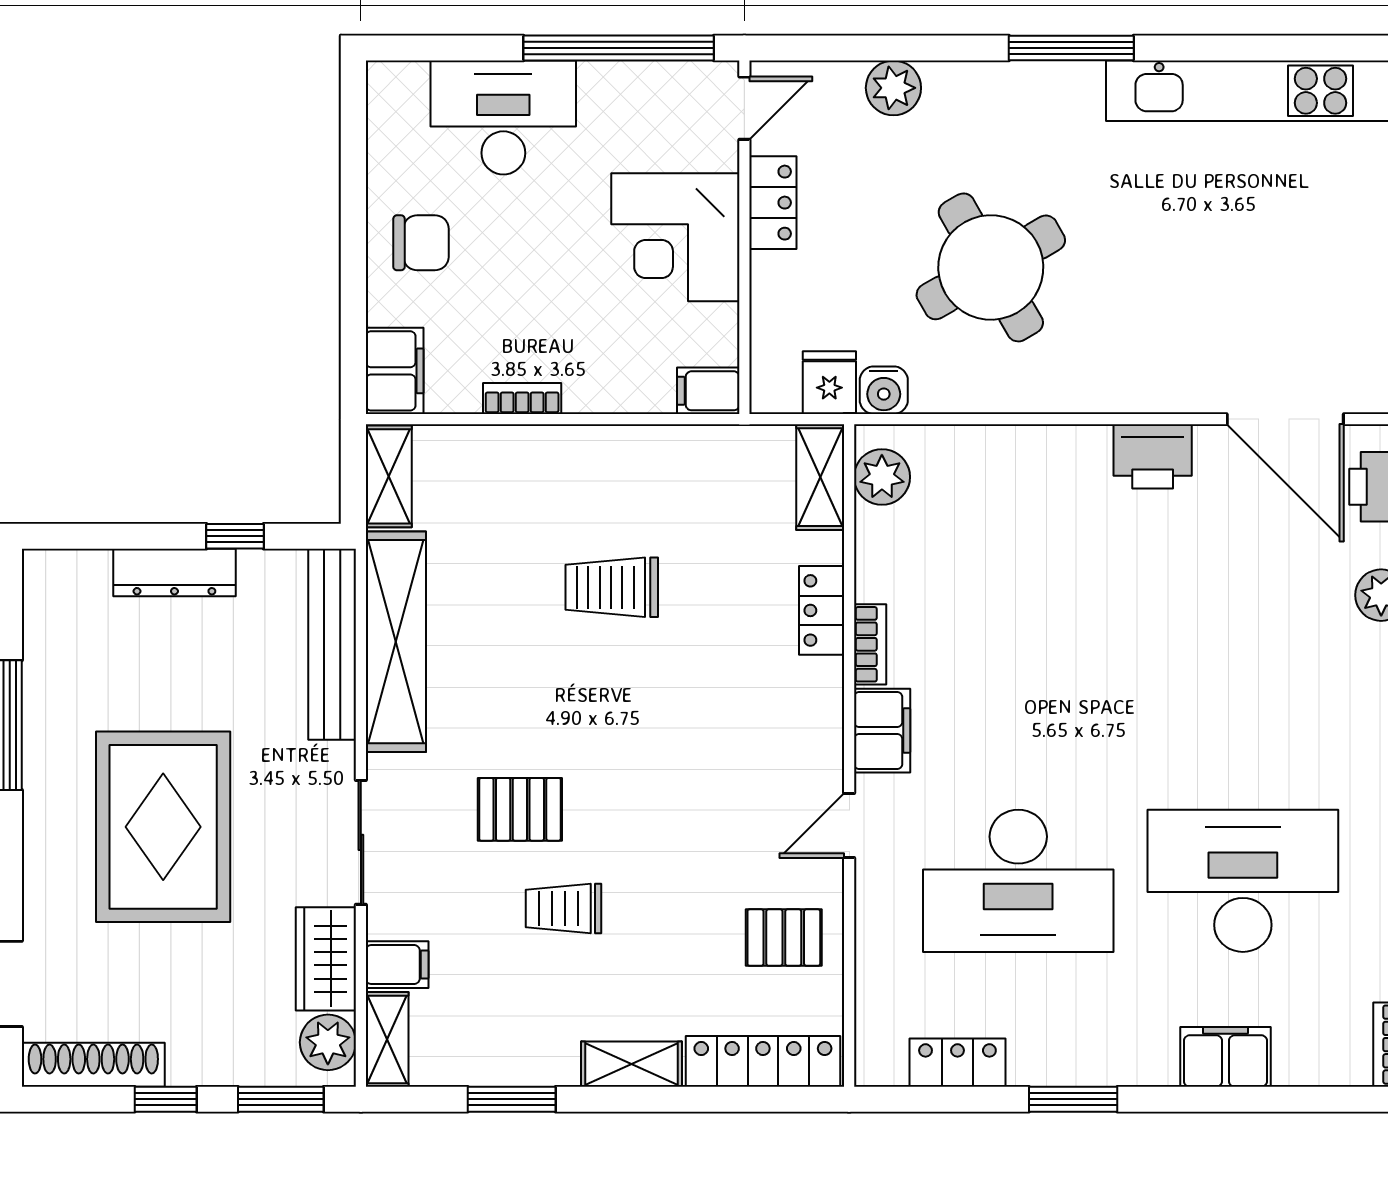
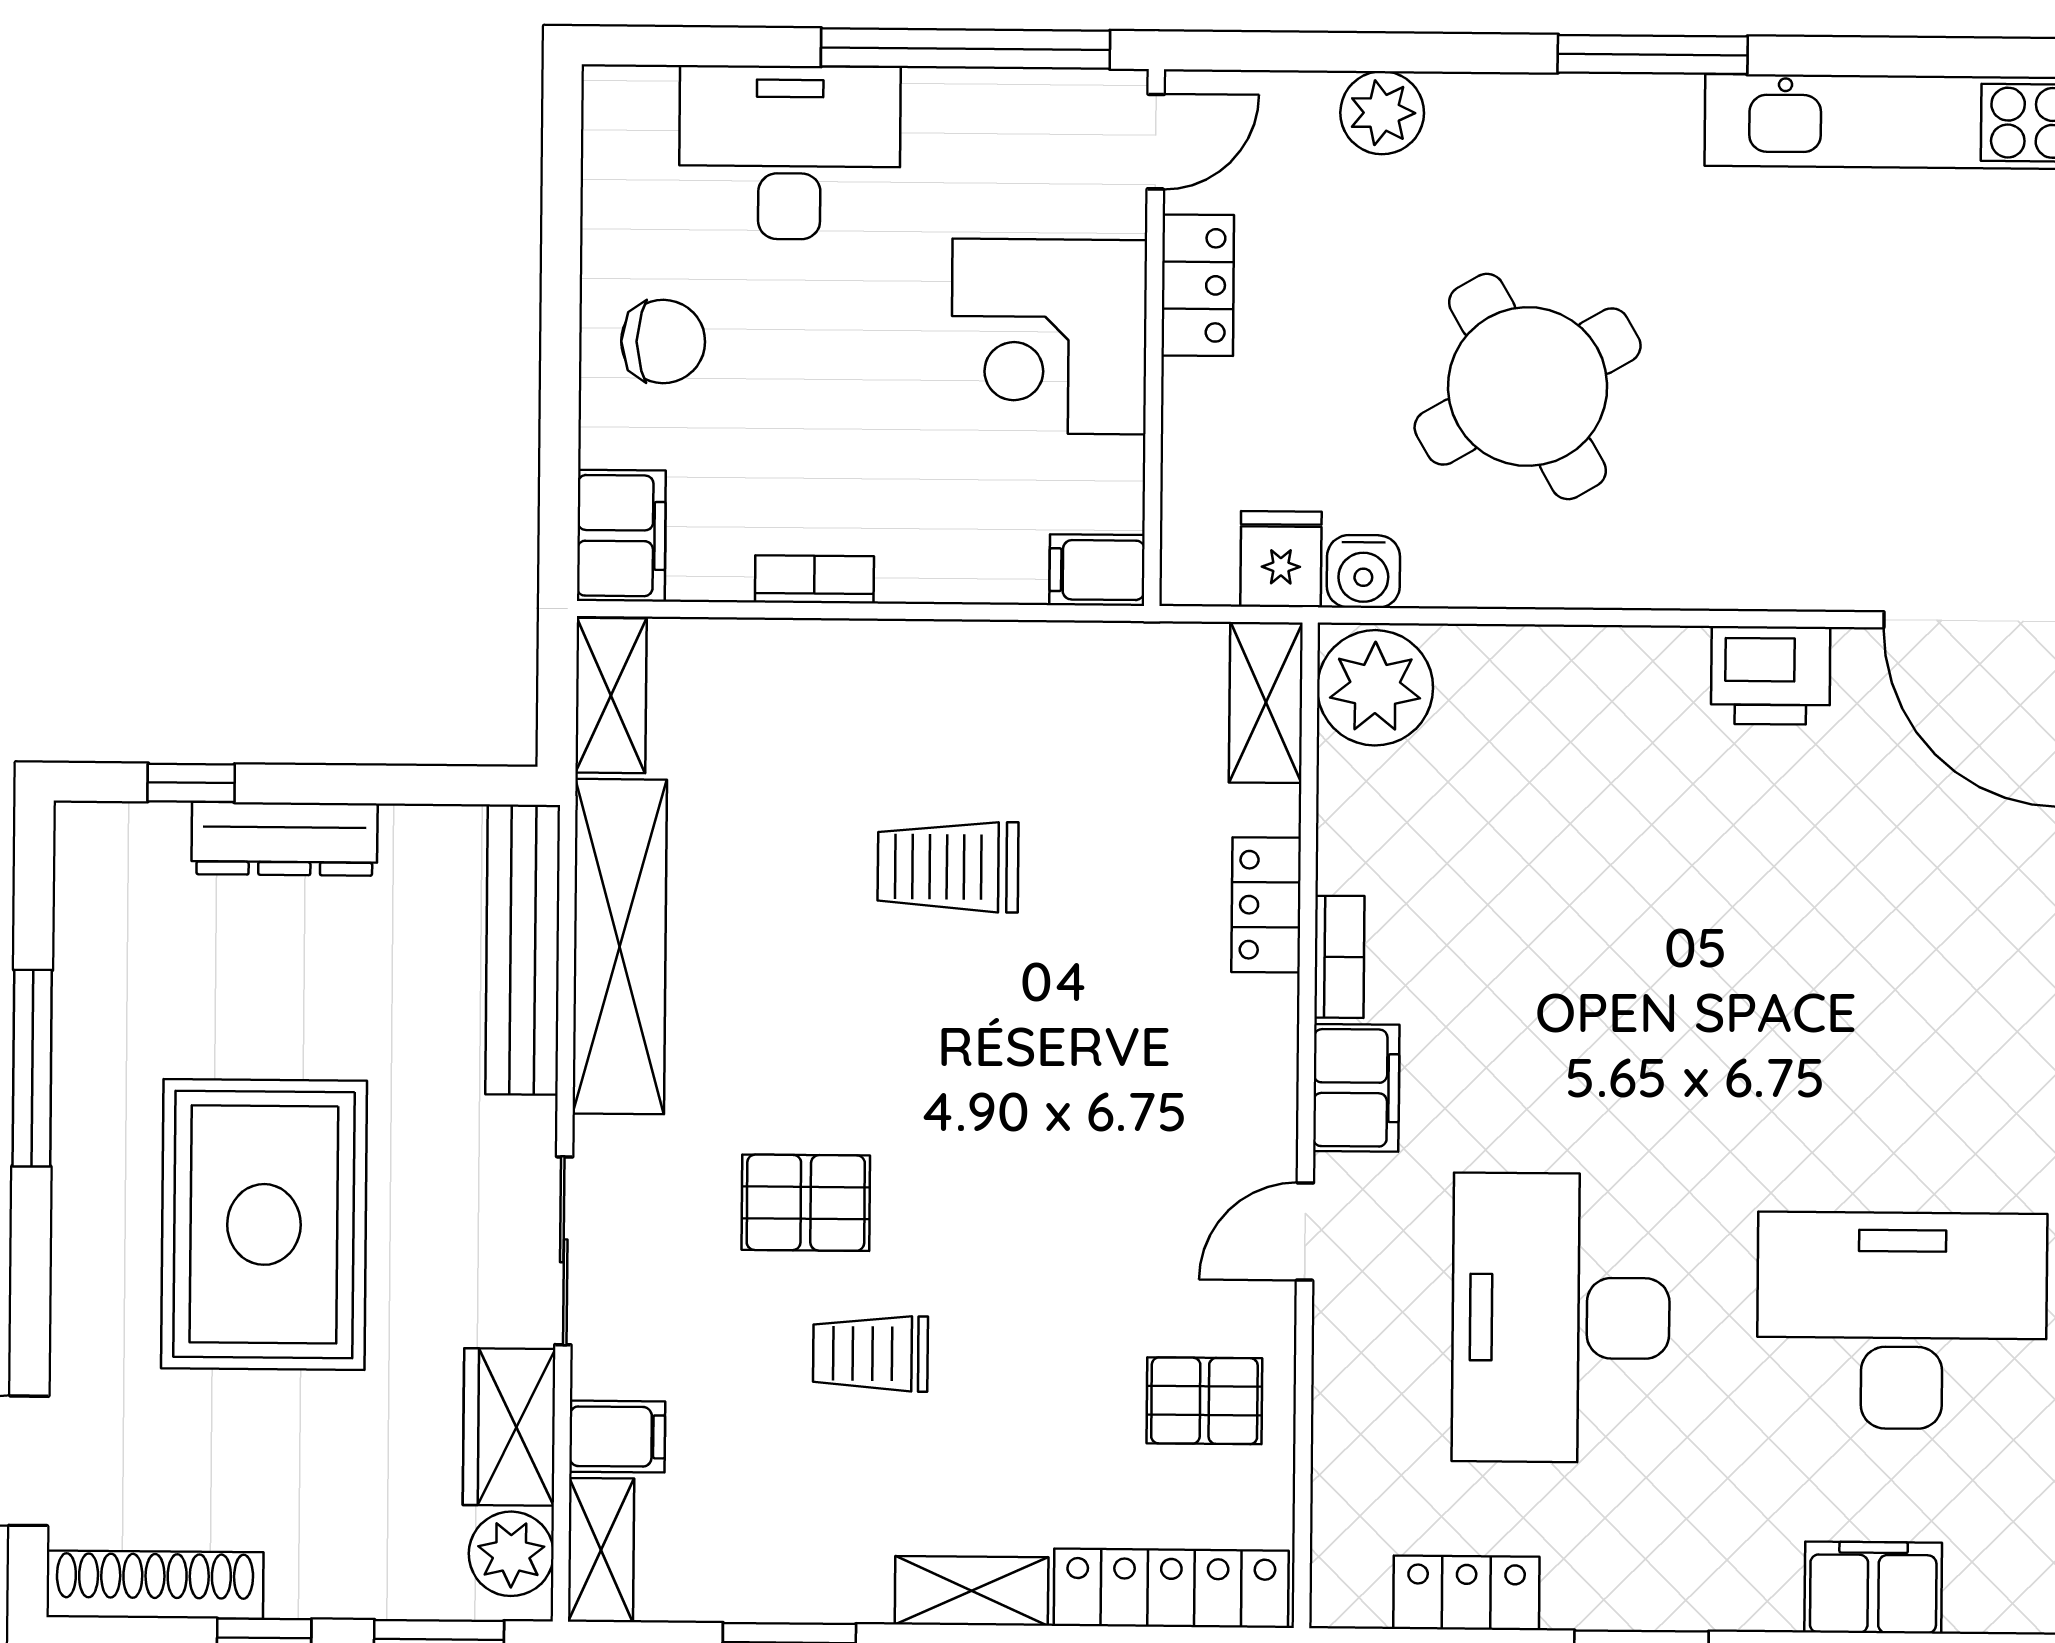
plant: (882, 477) -> (1375, 688), width x1.36, depth x1.36
window: (235, 536) -> (191, 783), moved
desk: (1018, 881) -> (1561, 1318), turned 90

